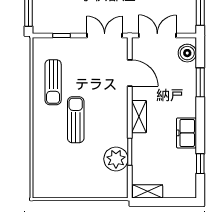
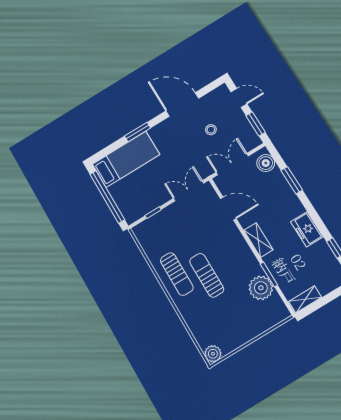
sun lounger: (53, 82) -> (177, 274), moved
plant: (41, 190) -> (213, 354), added

